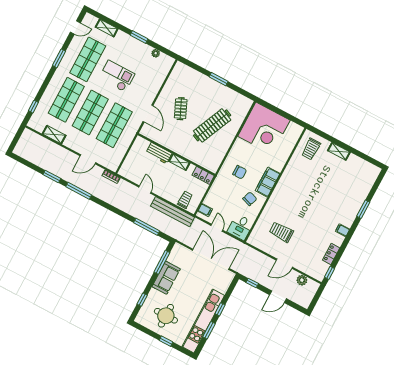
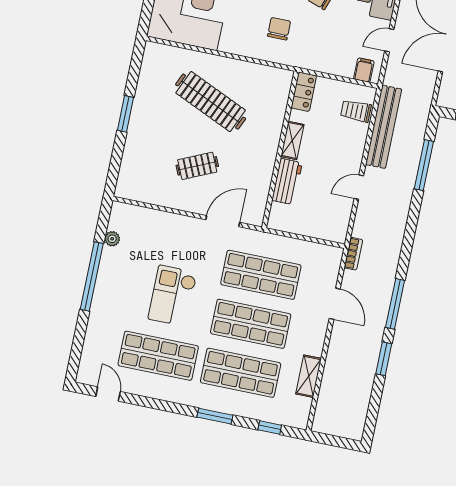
shelving: (107, 28) -> (93, 338), removed
window: (139, 37) -> (92, 276), width x2.11
window: (59, 58) -> (215, 416), moved

